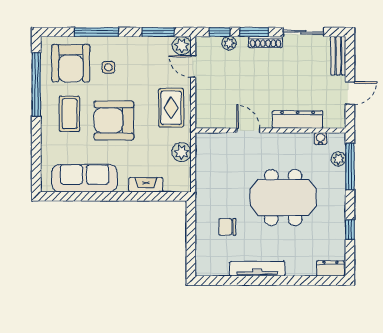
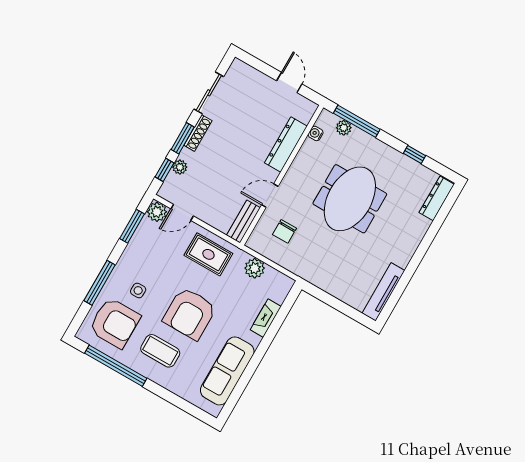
bench: (338, 56) -> (243, 221), moved, turned 90
chair: (227, 227) -> (284, 231), moved
dresser: (330, 268) -> (437, 198), width x1.44
tv unit: (257, 269) -> (383, 292), moved

